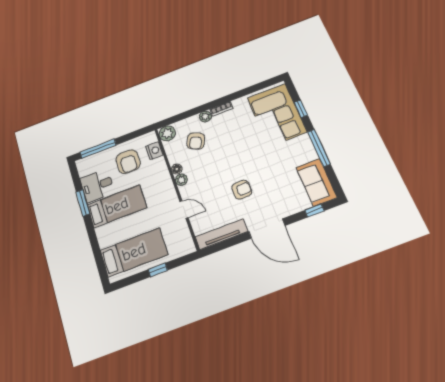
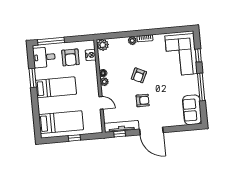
armchair: (196, 141) -> (139, 75), moved
desk: (97, 186) -> (44, 57), moved
window: (314, 211) -> (120, 134), moved

